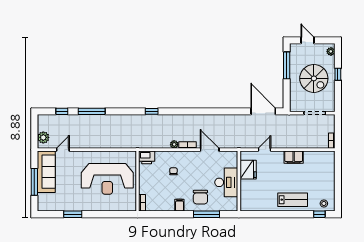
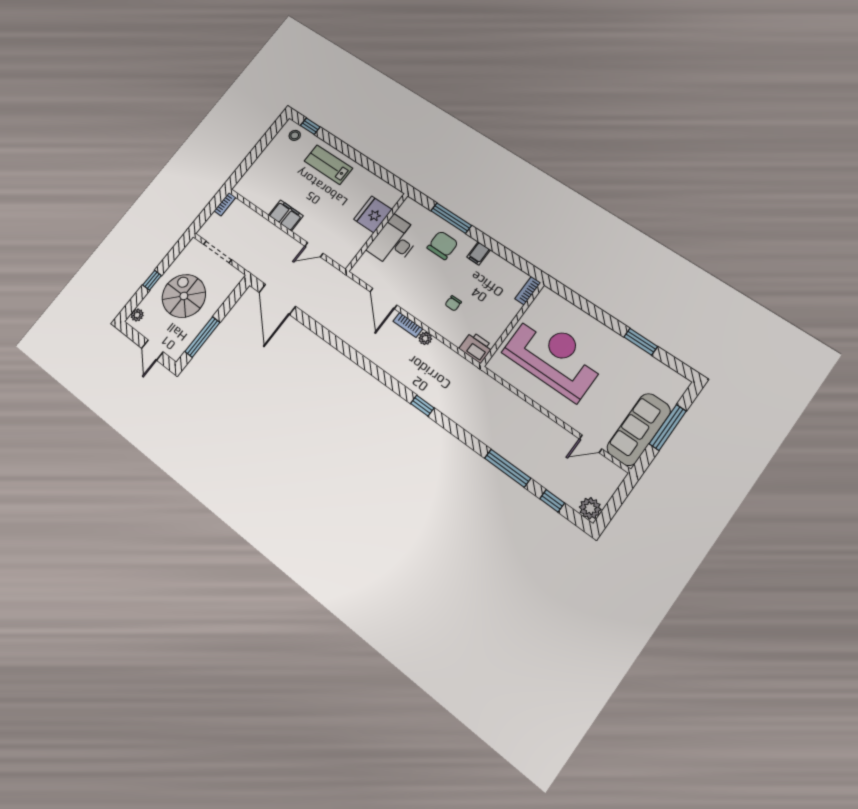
plant: (43, 137) -> (590, 508), moved
fridge: (248, 170) -> (373, 214), moved

